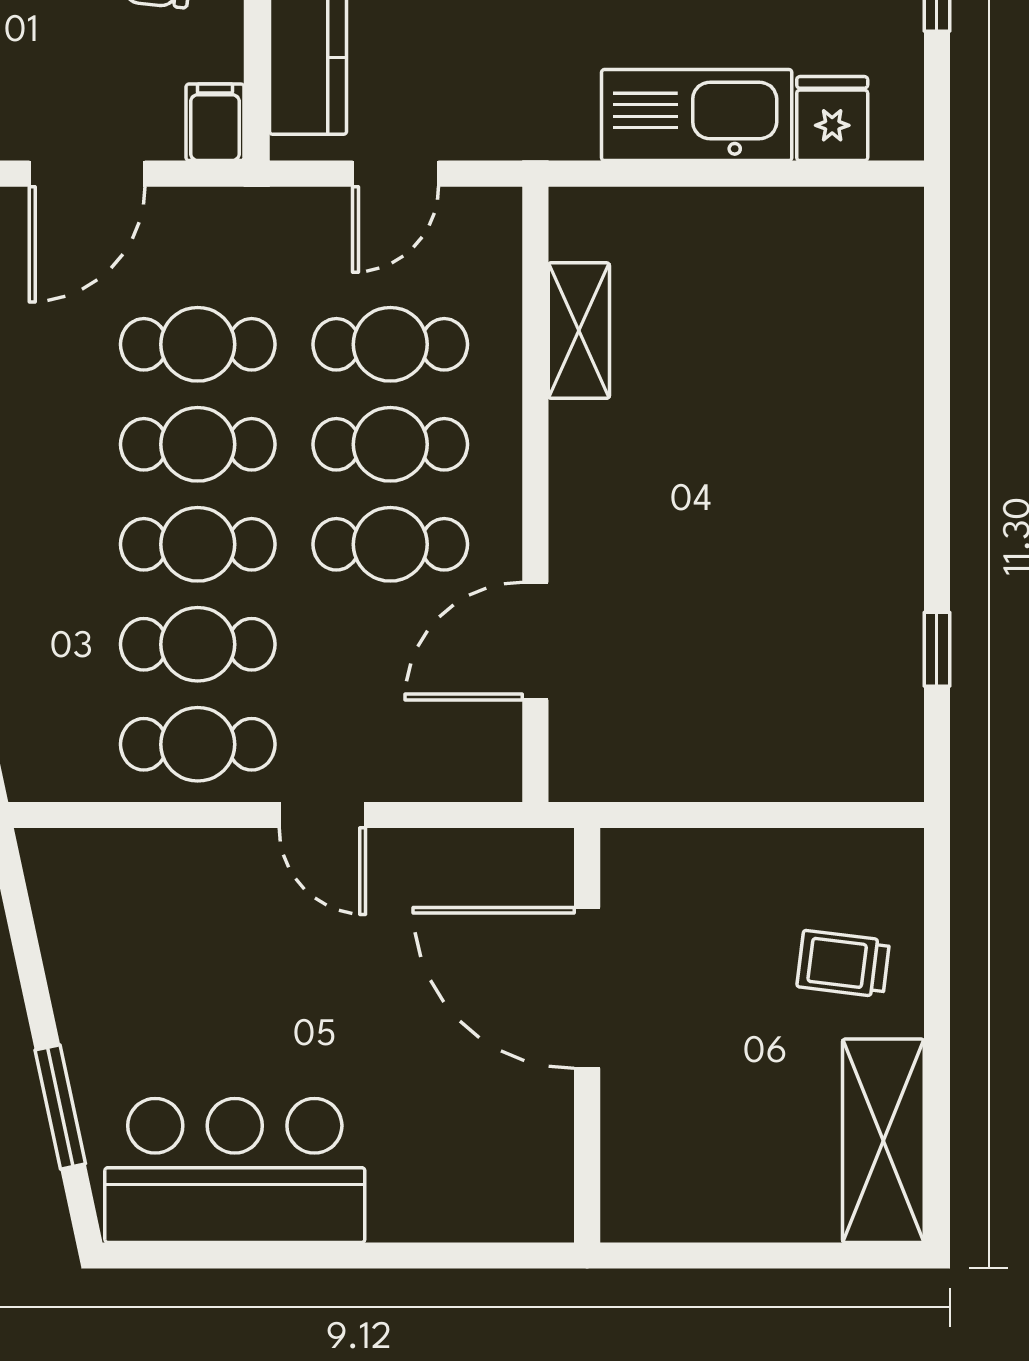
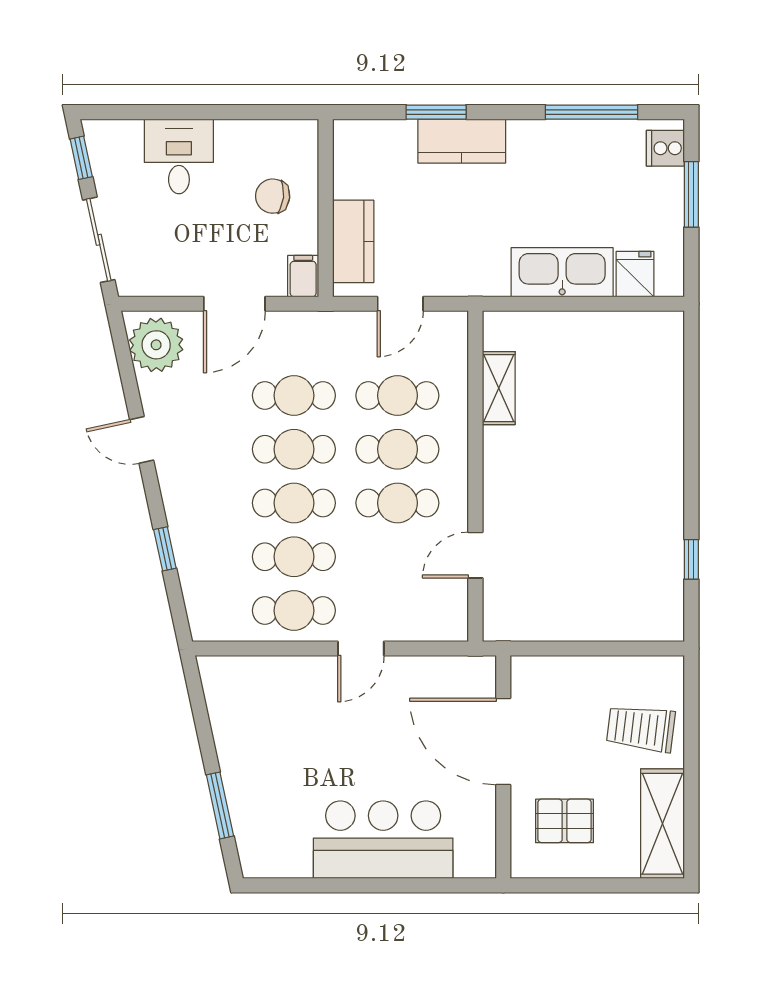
door: (535, 641) -> (475, 555), width x0.73
door: (322, 815) -> (361, 649), hinge flipped
trolley: (843, 964) -> (641, 728), width x1.36, depth x1.39
pallet: (701, 1136) -> (565, 821), added
bar counter: (235, 1170) -> (383, 840), moved

